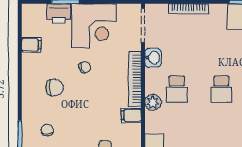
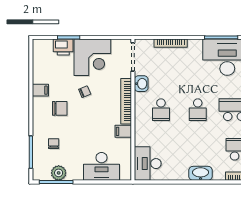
filing cabinet: (31, 45) -> (40, 90), moved
plant: (153, 102) -> (141, 121), removed

